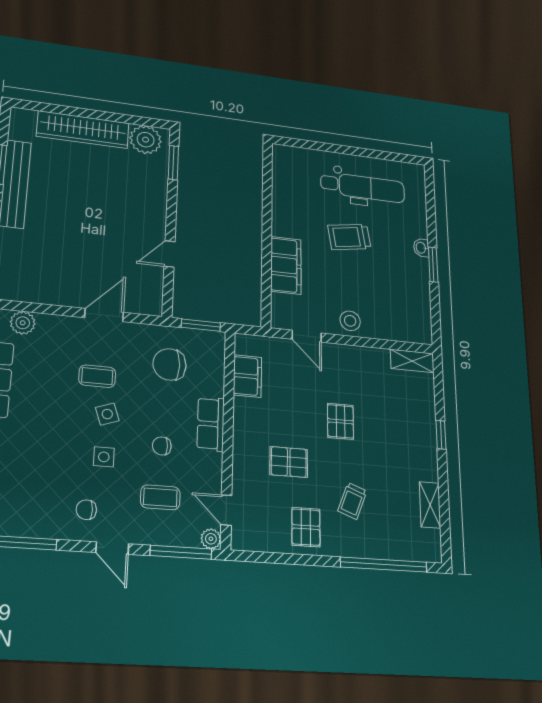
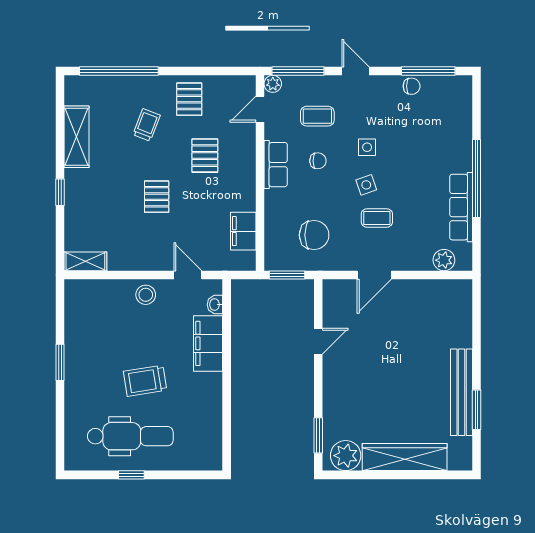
window: (361, 152) -> (131, 475), added
dental chair: (363, 187) -> (130, 436), turned 180
trolley: (349, 237) -> (145, 381), turned 180
washbasin: (421, 248) -> (215, 305), moved, turned 180
row of seats: (211, 424) -> (276, 165), moved
pallet: (289, 462) -> (205, 156), turned 90
shelving: (430, 505) -> (77, 137), width x1.50, depth x1.33
chair: (86, 510) -> (412, 86), moved
door: (226, 510) -> (260, 109), swing flipped

